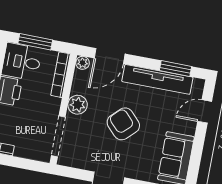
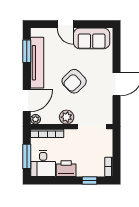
door: (110, 56) -> (27, 101), hinge flipped
door: (205, 111) -> (65, 24), moved

